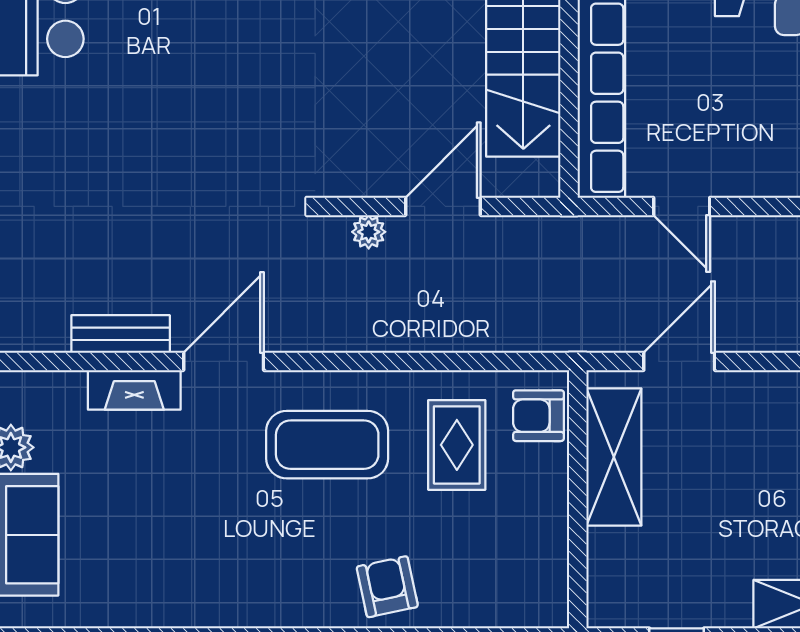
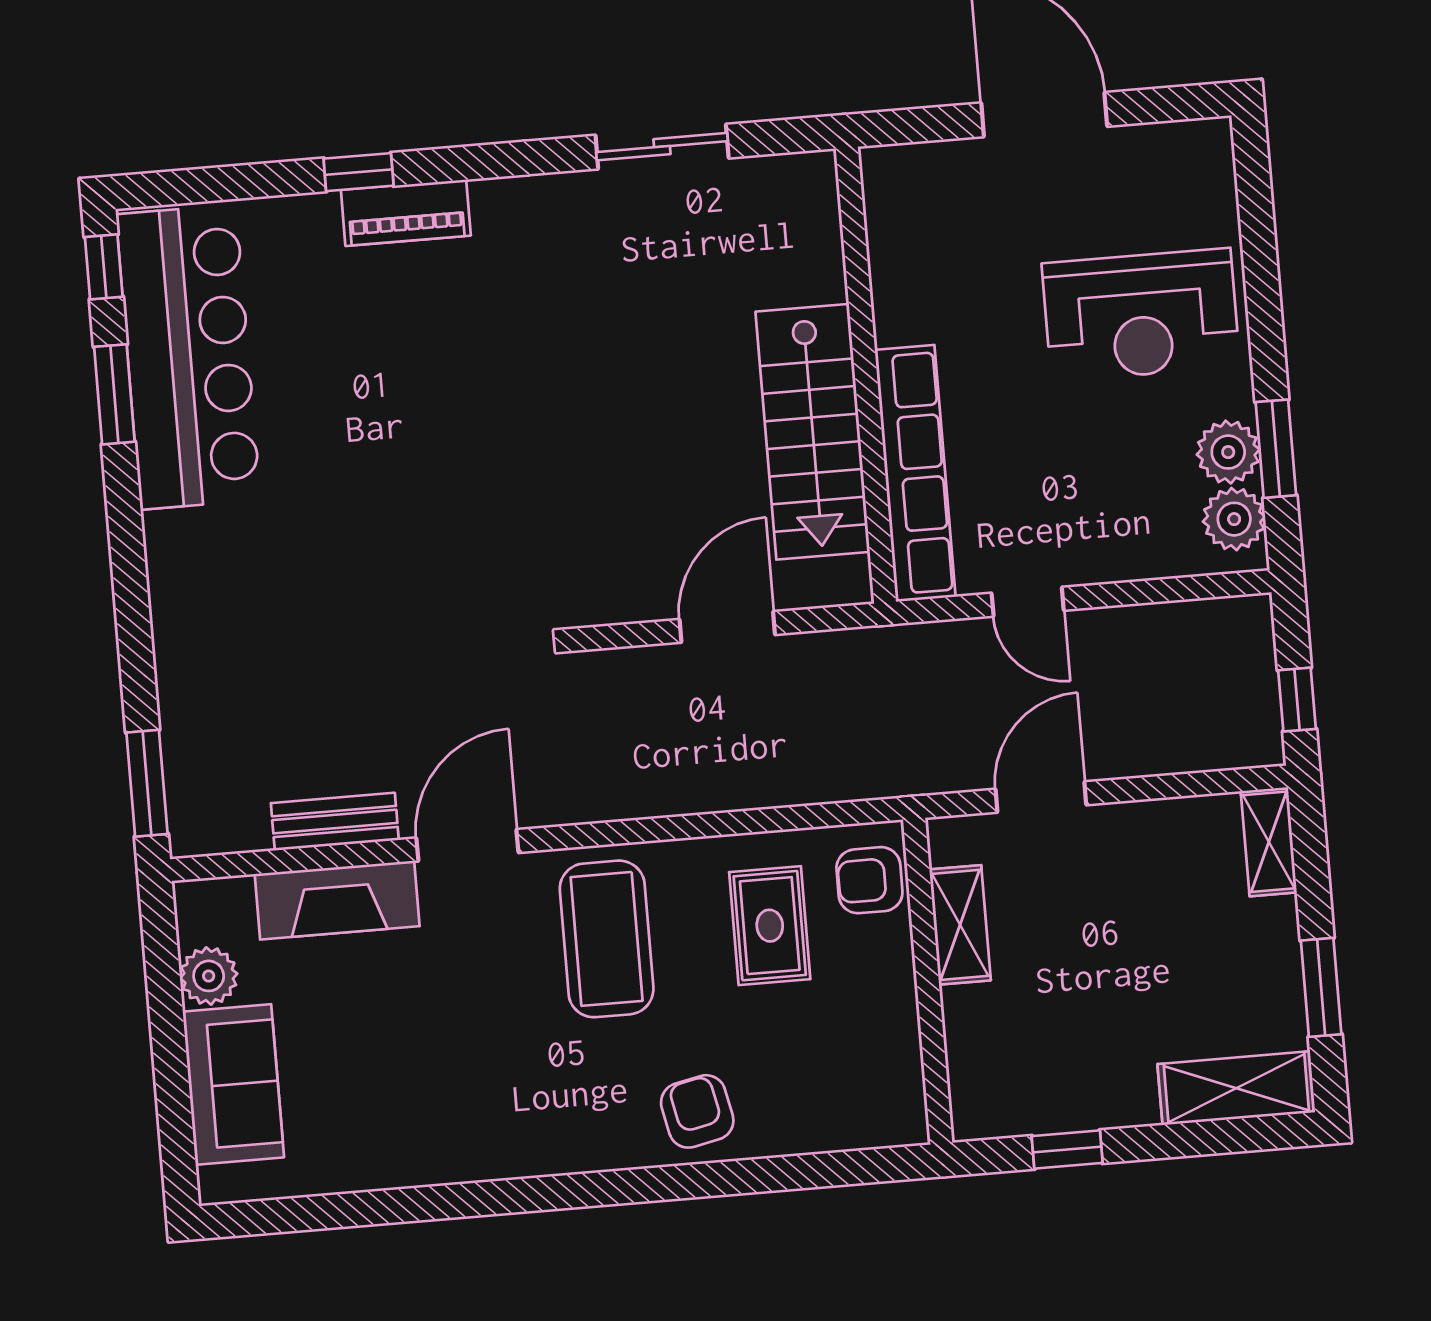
plant: (369, 232) -> (636, 667), removed
fireplace: (134, 390) -> (337, 900), width x1.37, depth x1.32
coffee table: (327, 445) -> (607, 939), turned 90
shelving: (614, 457) -> (960, 925), width x0.67, depth x0.75

